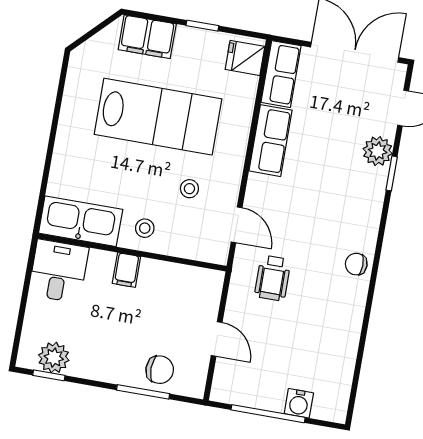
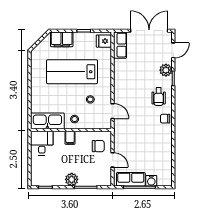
lab bench: (158, 117) -> (72, 72), turned 180
row of seats: (270, 141) -> (131, 179), moved, turned -90
wheelchair: (273, 278) -> (159, 97), moved
plant: (54, 358) -> (72, 179), moved
chair: (160, 370) -> (98, 146), moved

